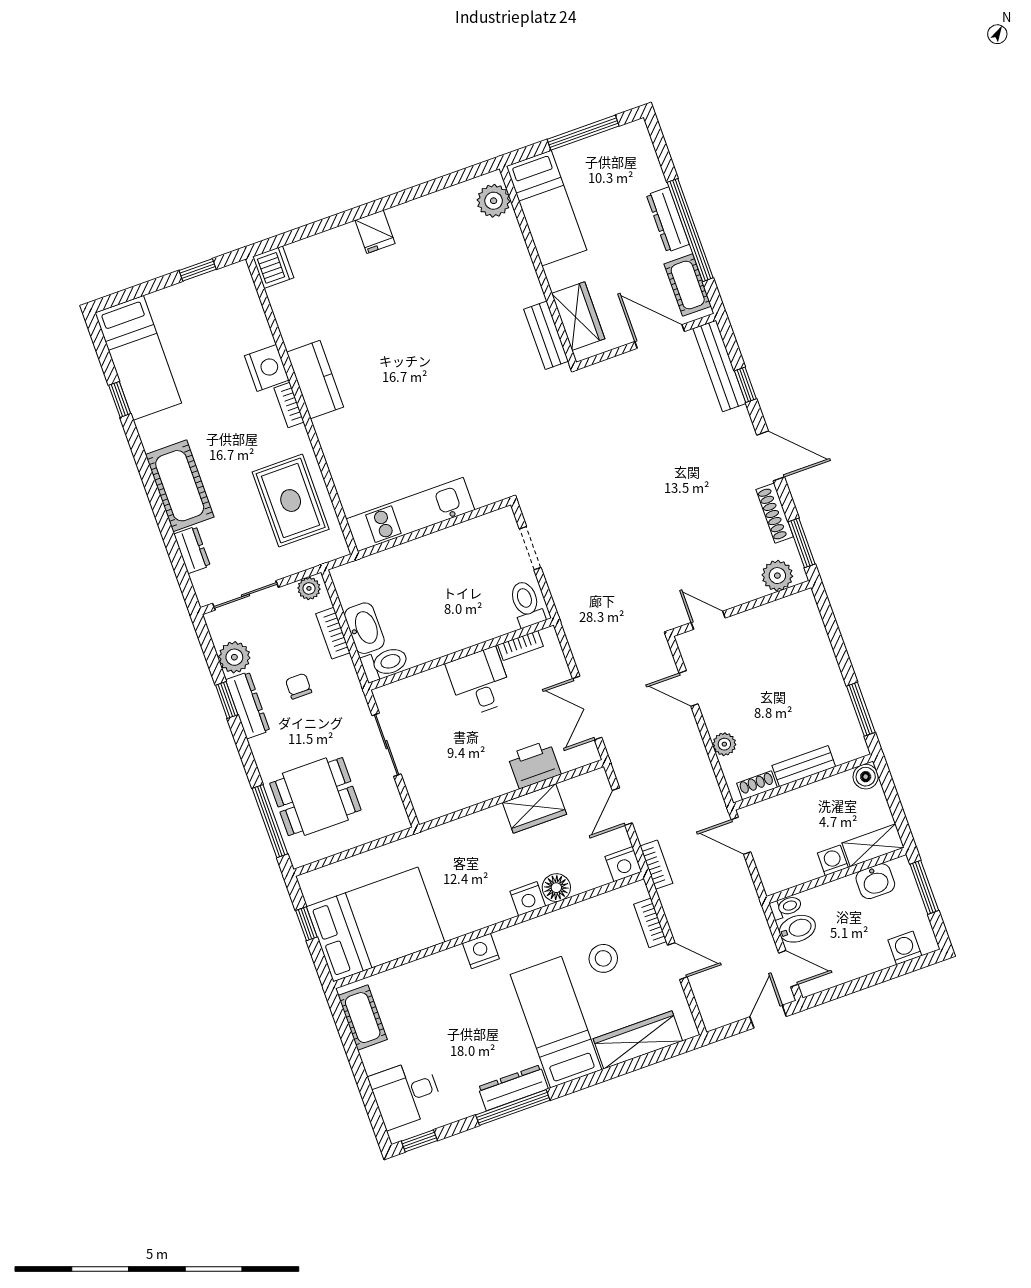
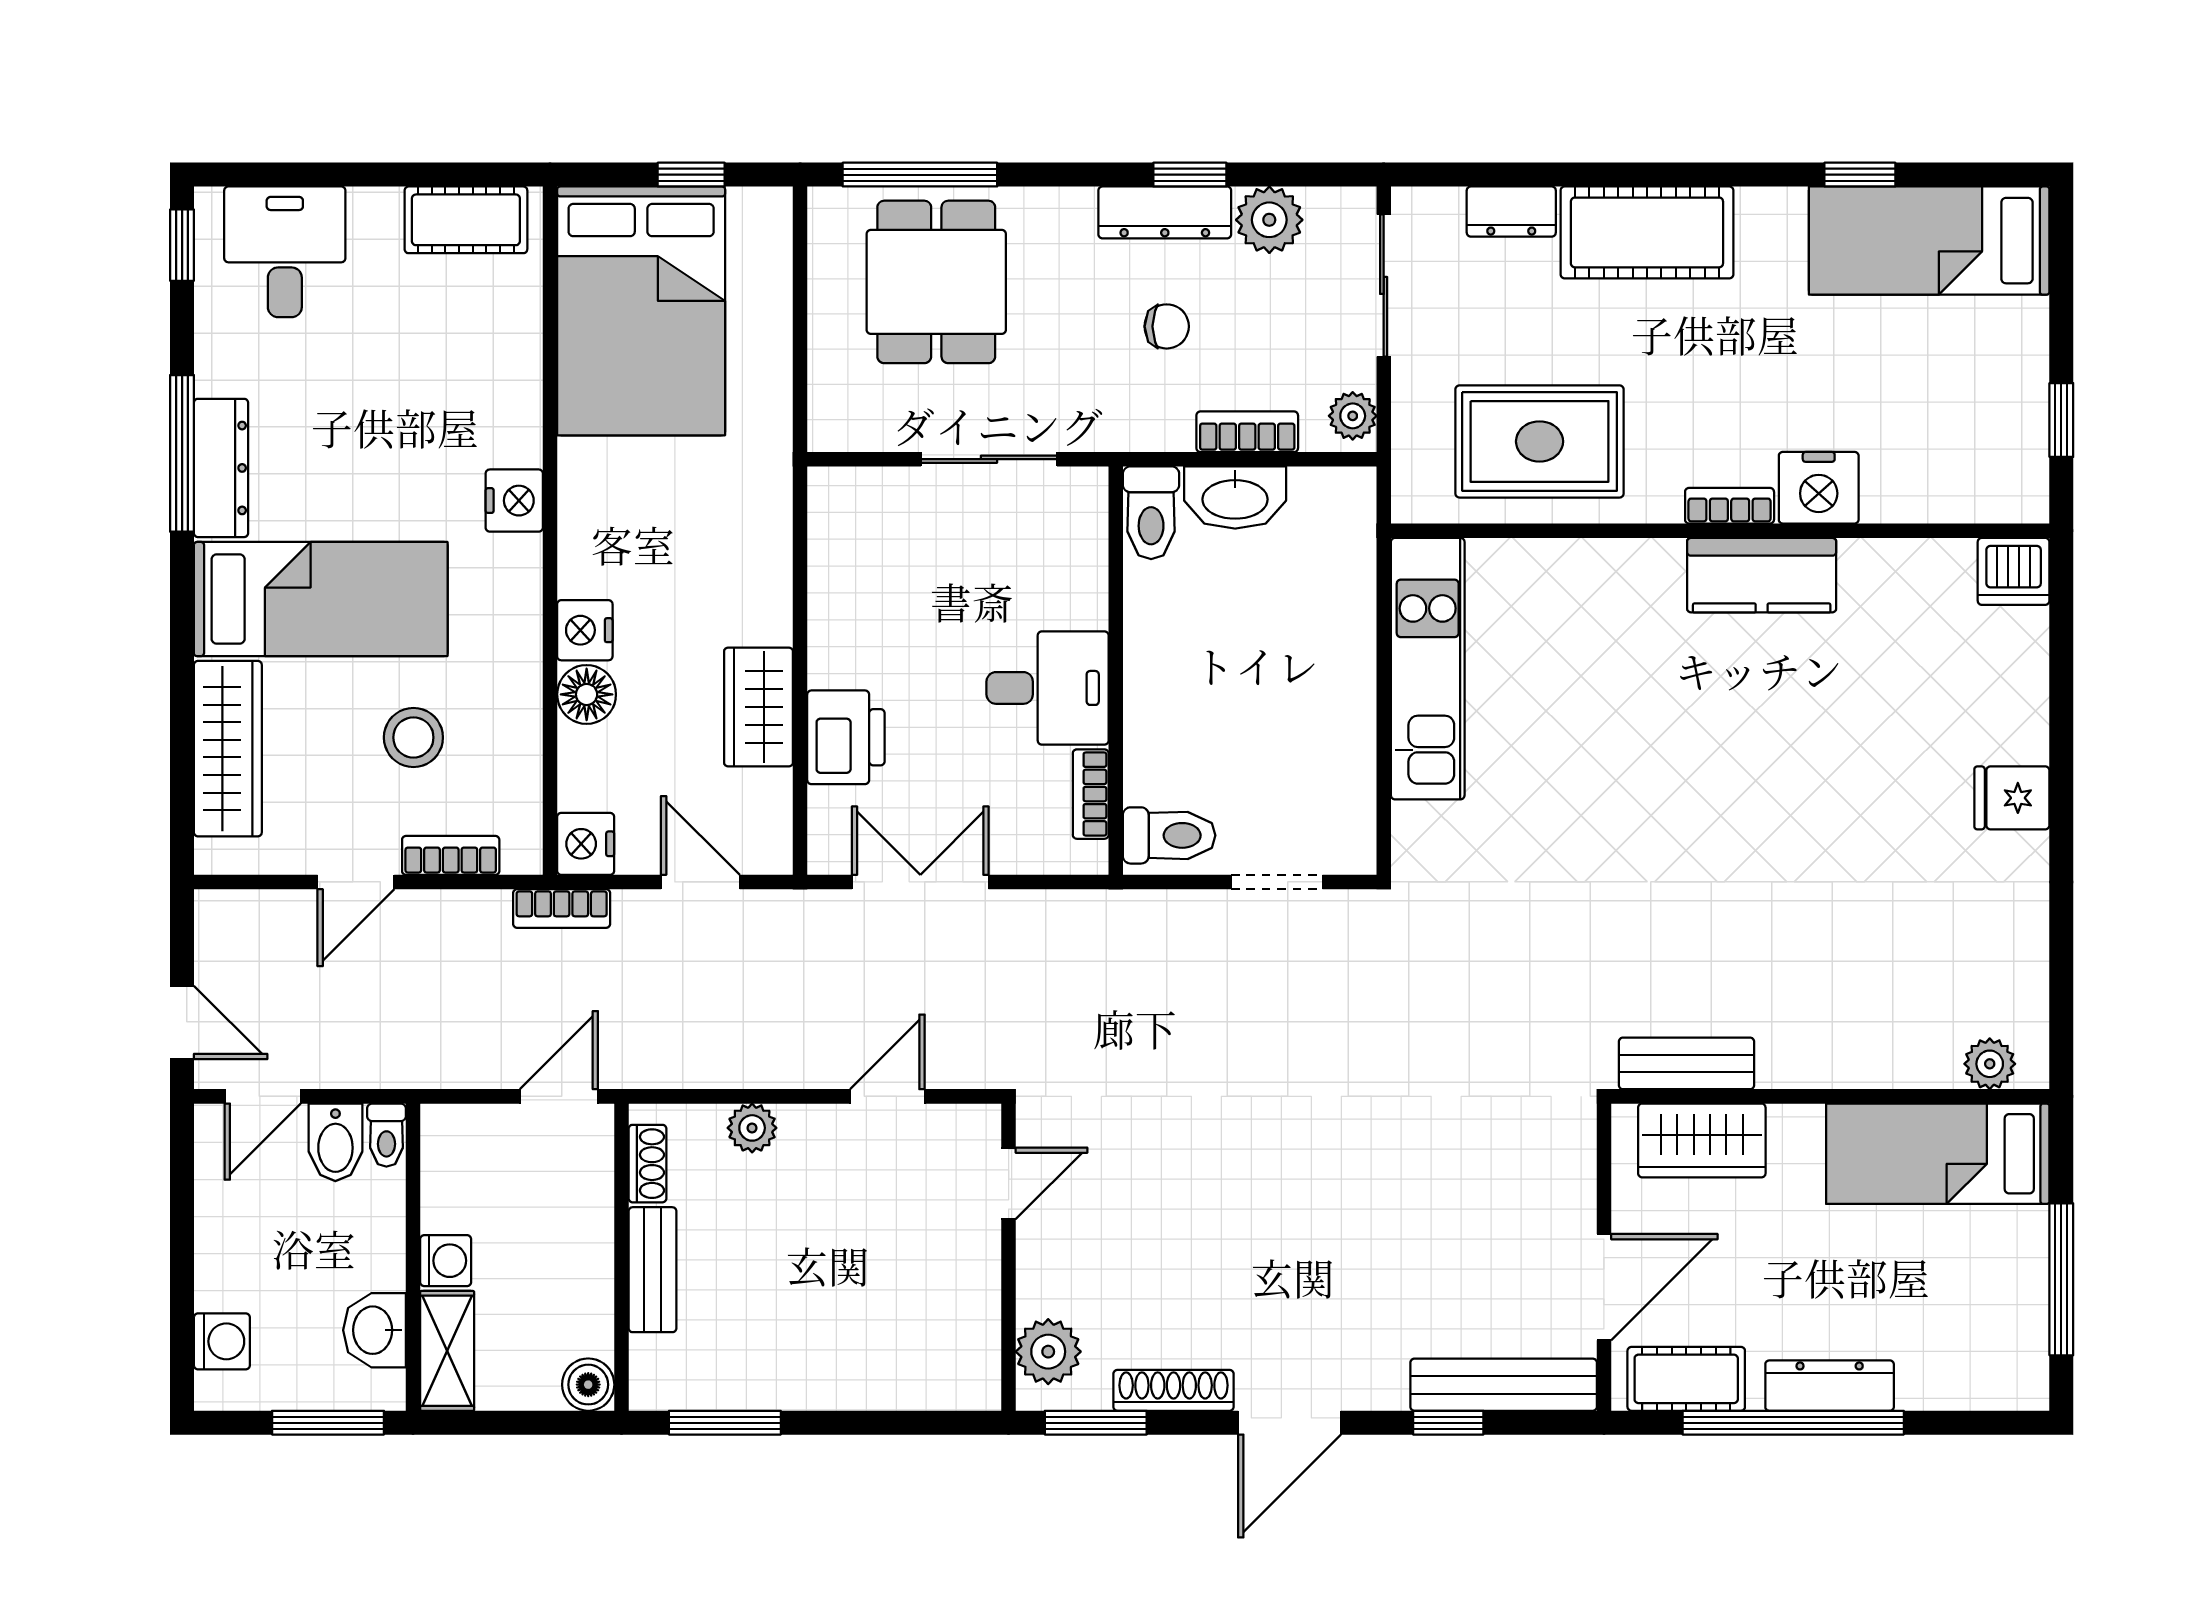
plant: (494, 201) -> (1990, 1064), width x0.73, depth x0.73

